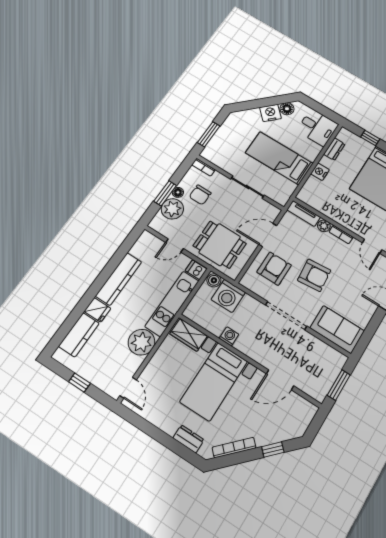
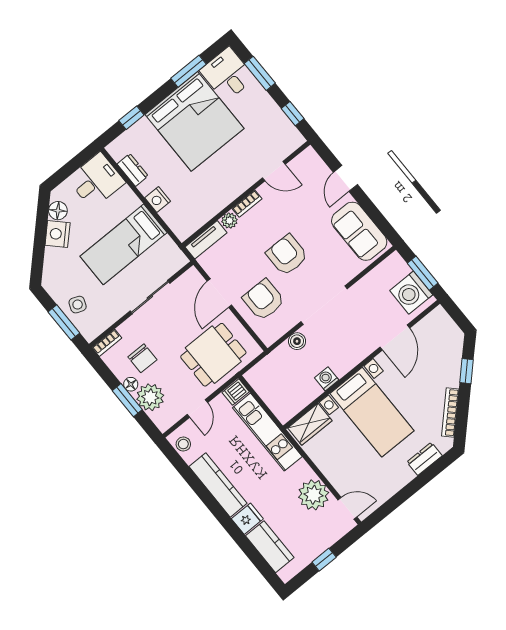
side table: (225, 140) -> (78, 305), added
stool: (144, 243) -> (183, 444), added
armchair: (314, 275) -> (287, 255), turned -85
boiler: (214, 280) -> (297, 341), moved
washing machine: (228, 296) -> (411, 293), moved, turned 90
sofa: (337, 329) -> (359, 231), moved, turned -90
plant: (141, 342) -> (314, 495), moved

